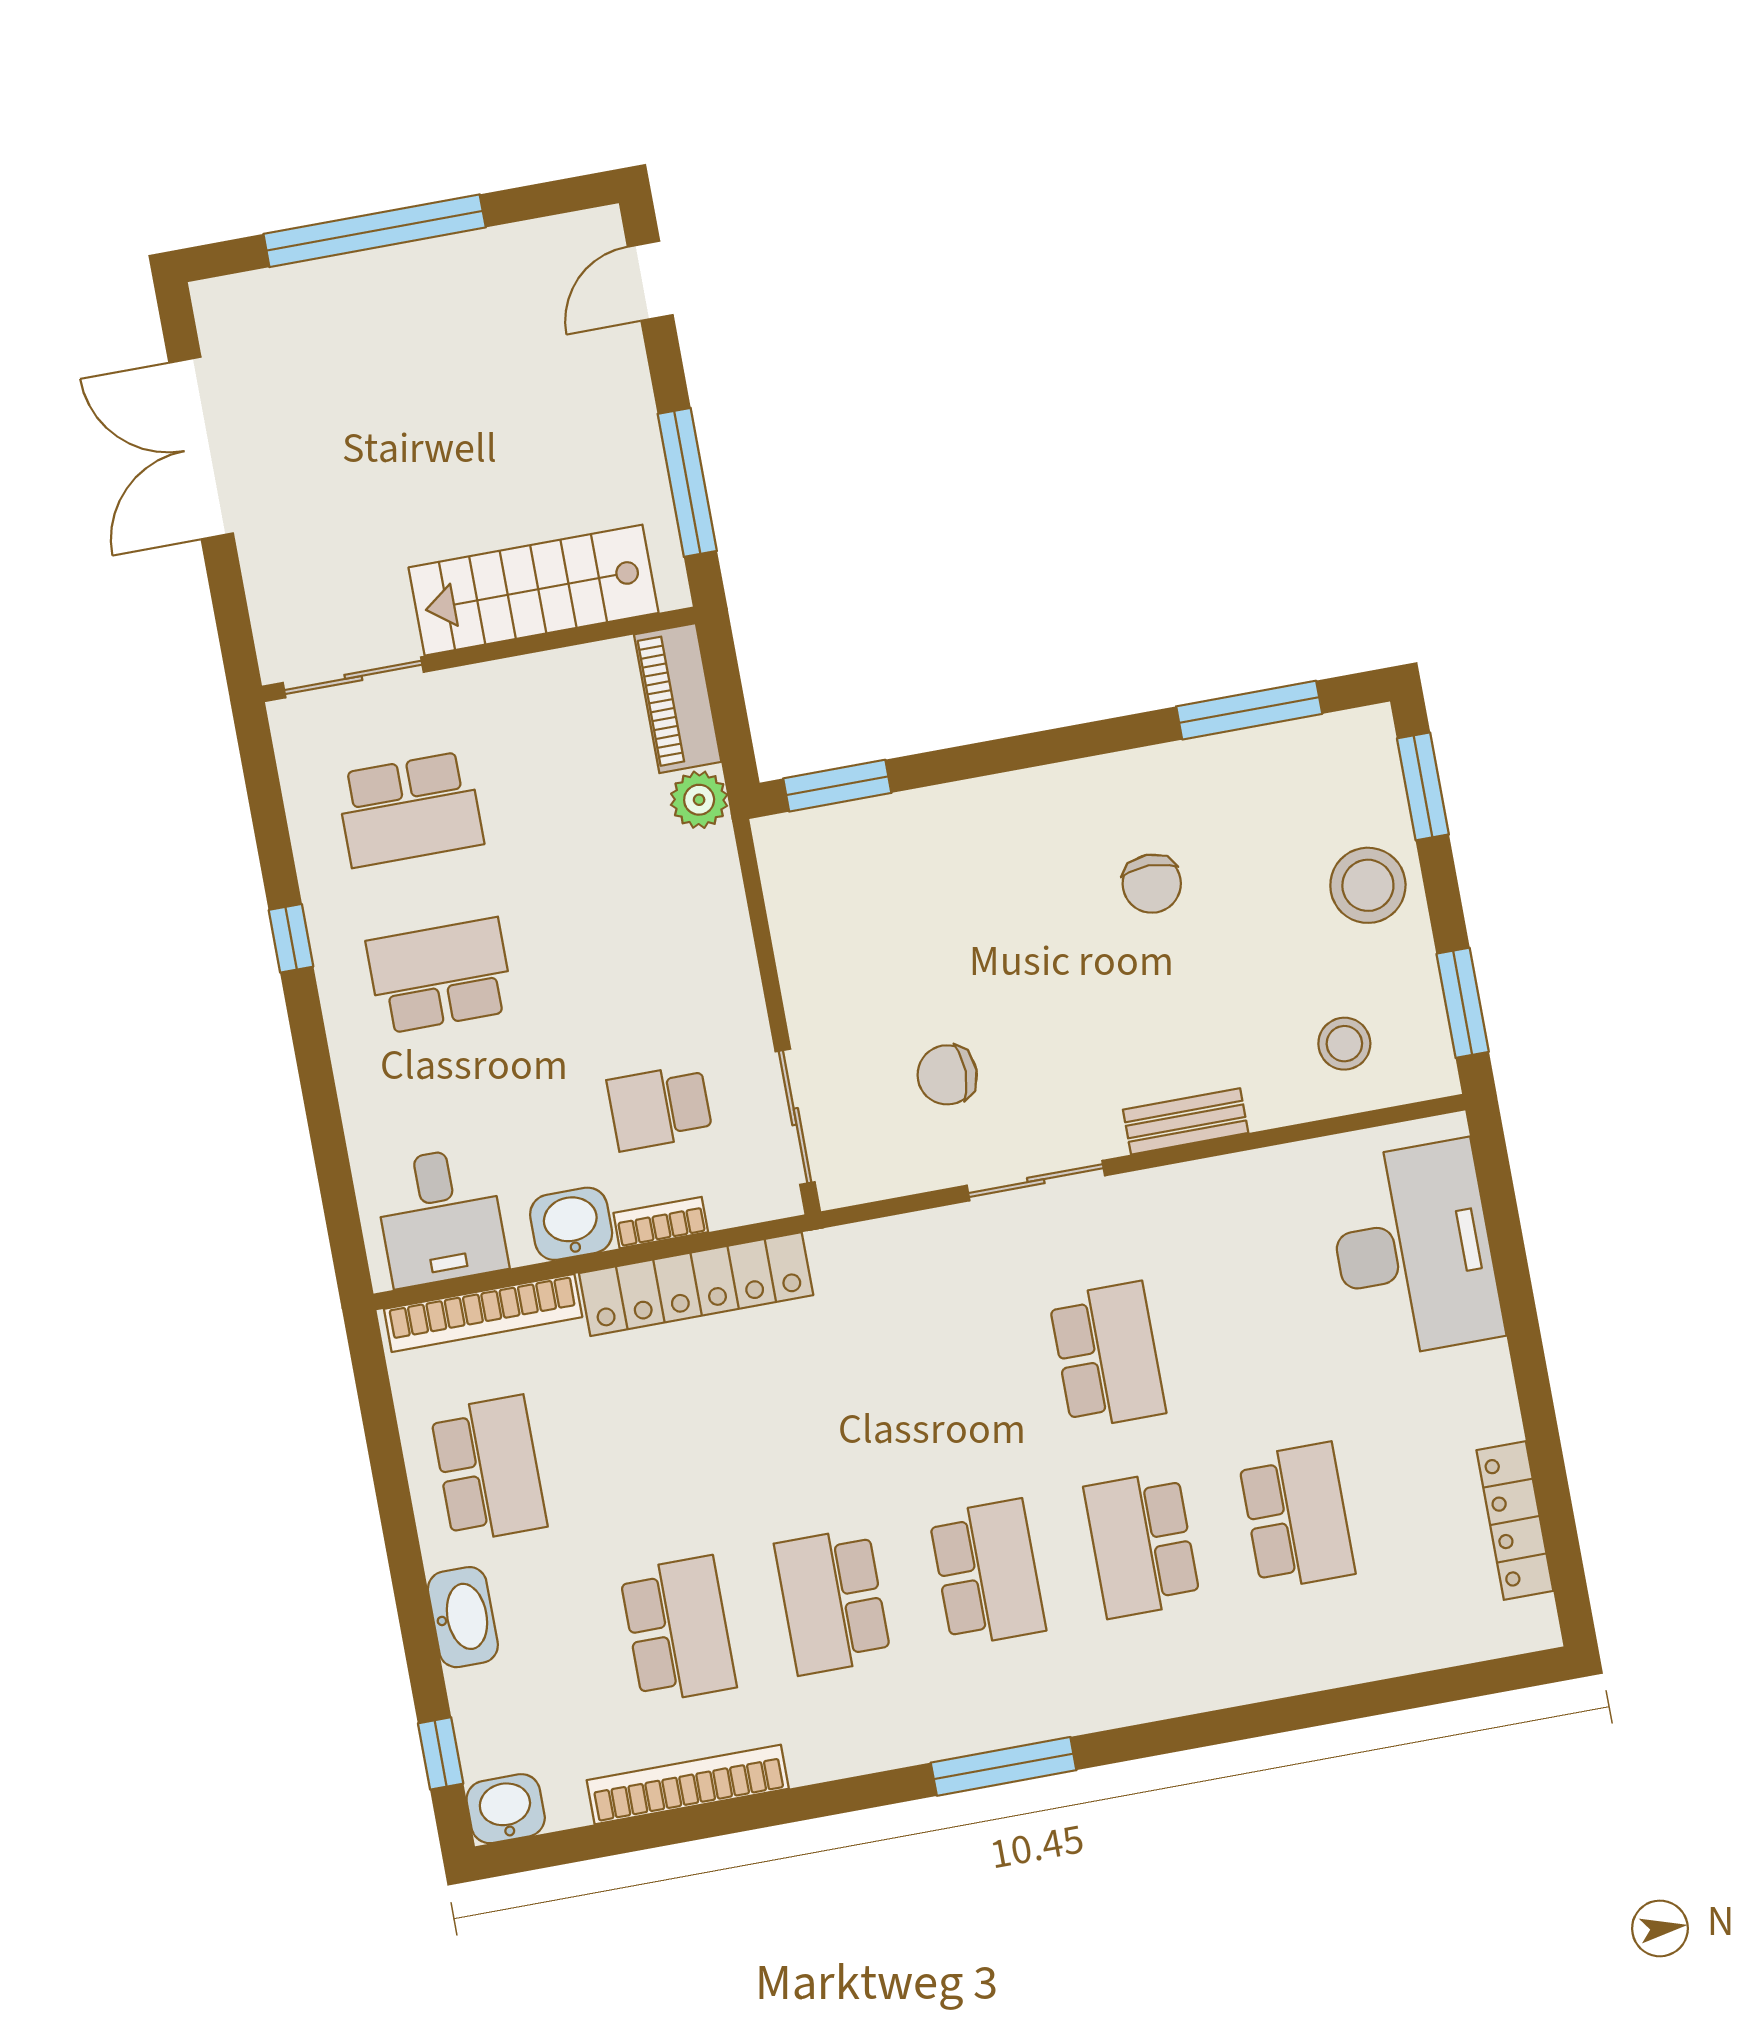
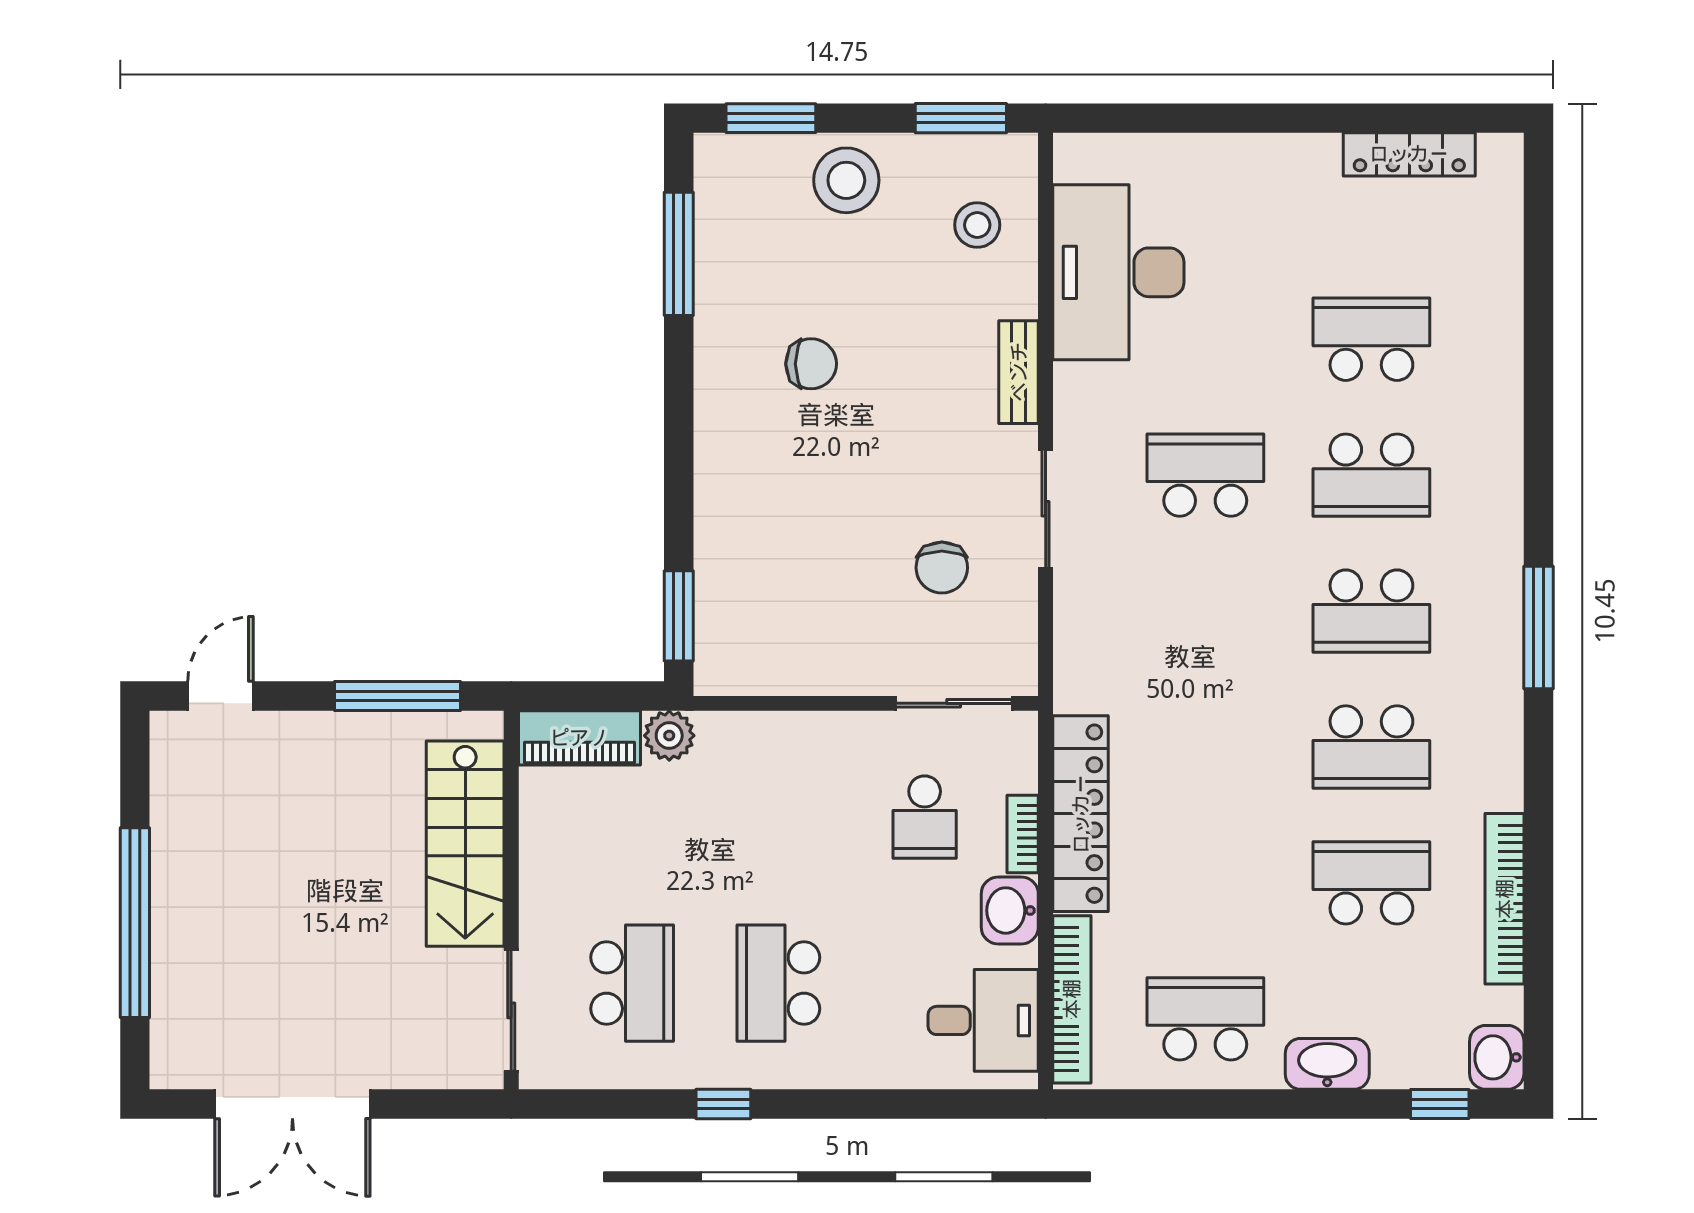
door: (650, 281) -> (220, 696), swing flipped
desk: (1414, 1250) -> (1118, 272), moved, turned -90
school desk: (987, 1573) -> (1371, 611), turned 180

